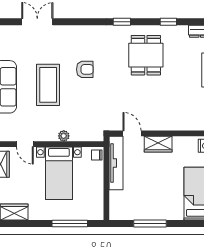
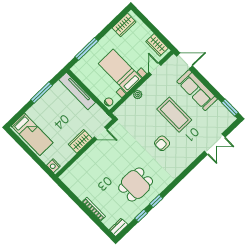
window: (122, 22) -> (156, 201), moved
dining table: (146, 55) -> (136, 185), turned 90
door: (25, 144) -> (155, 69), hinge flipped
tv unit: (116, 163) -> (77, 91), moved

